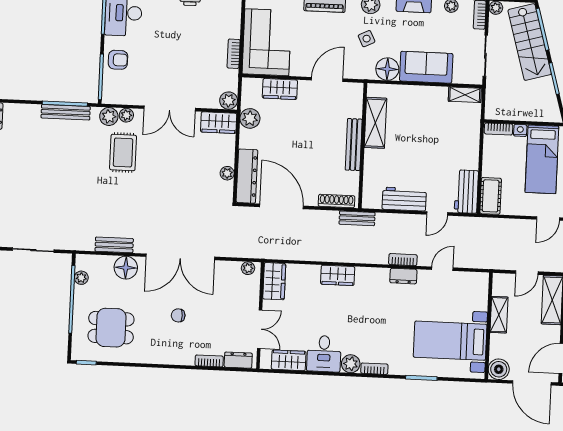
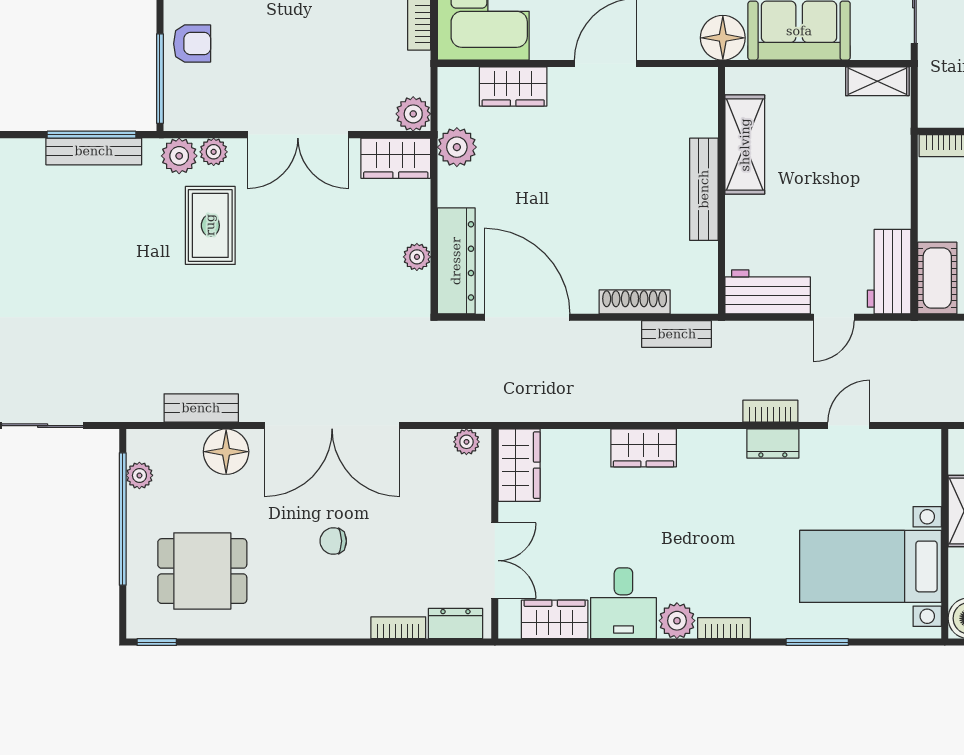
shelving: (375, 123) -> (745, 145), moved
bench: (354, 145) -> (704, 189), moved
wall: (363, 146) -> (722, 190), moved

